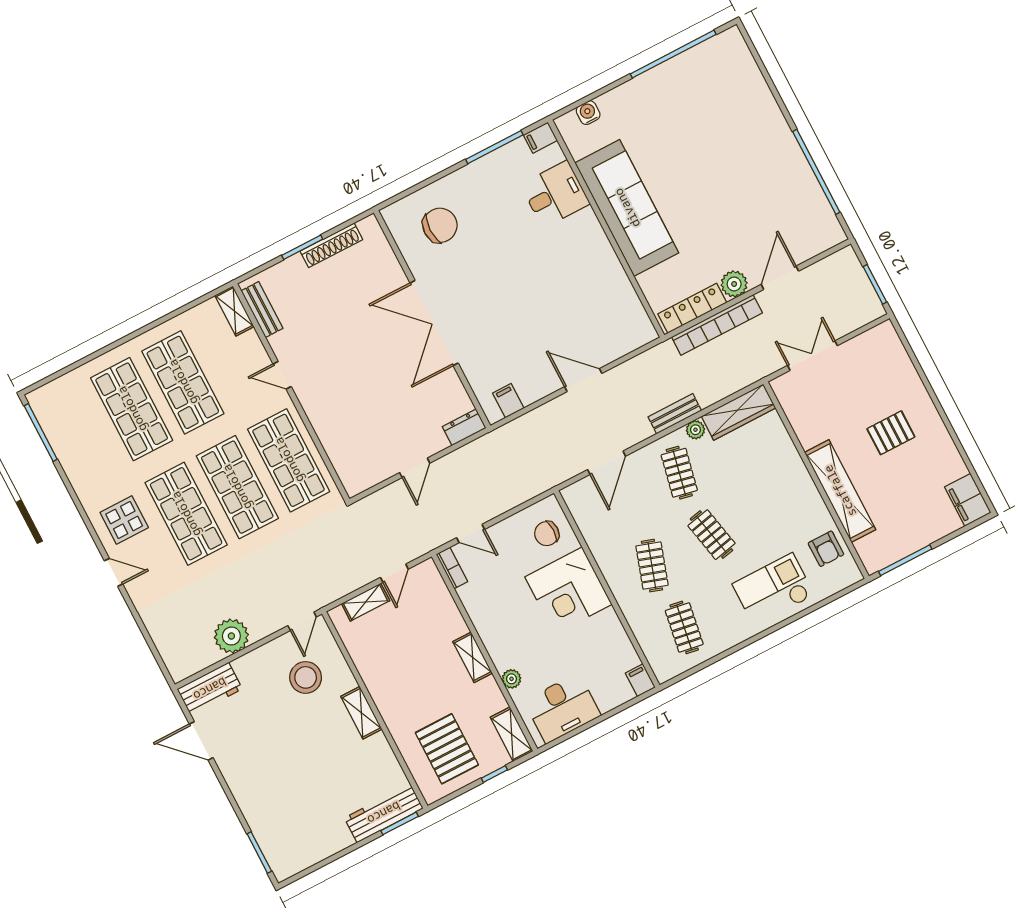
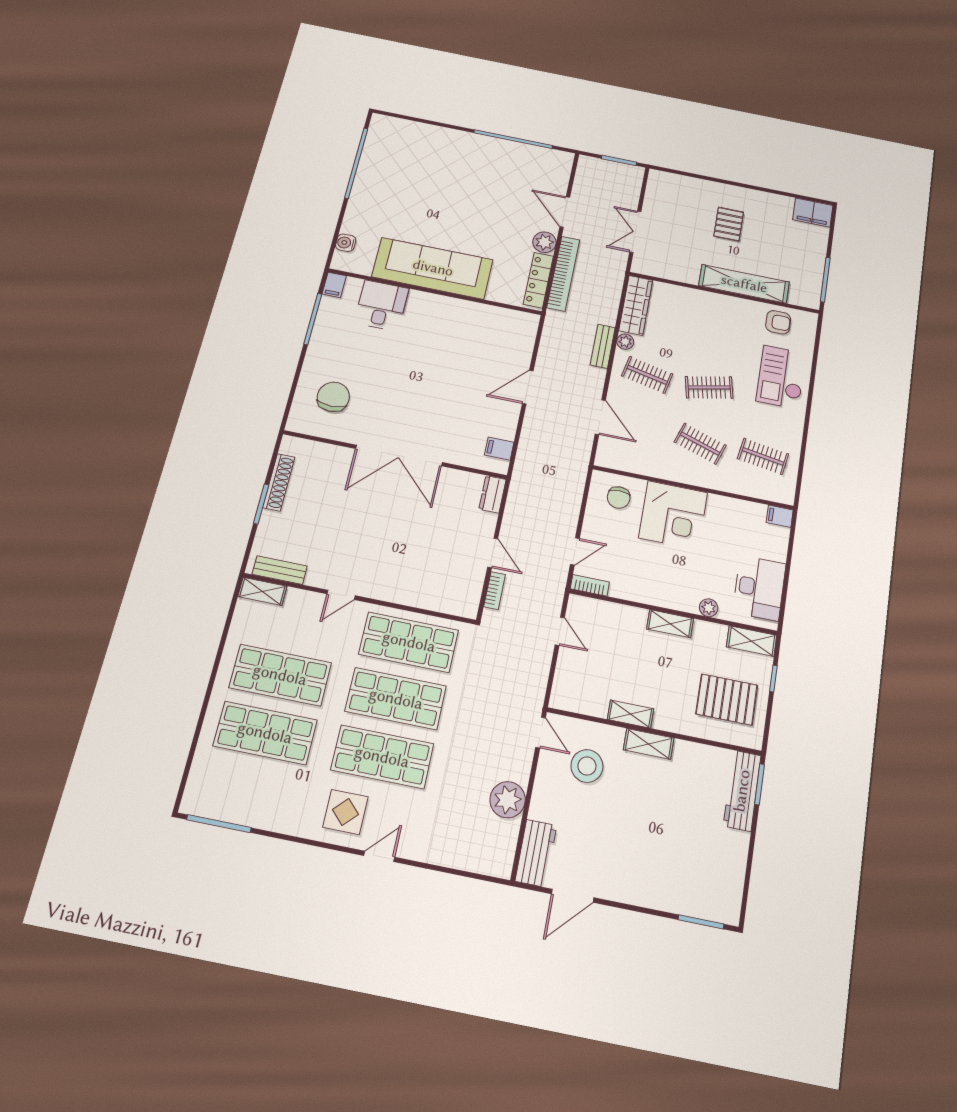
bookcase: (385, 495) -> (495, 591), added
shelving: (366, 602) -> (630, 714), moved, turned 90

